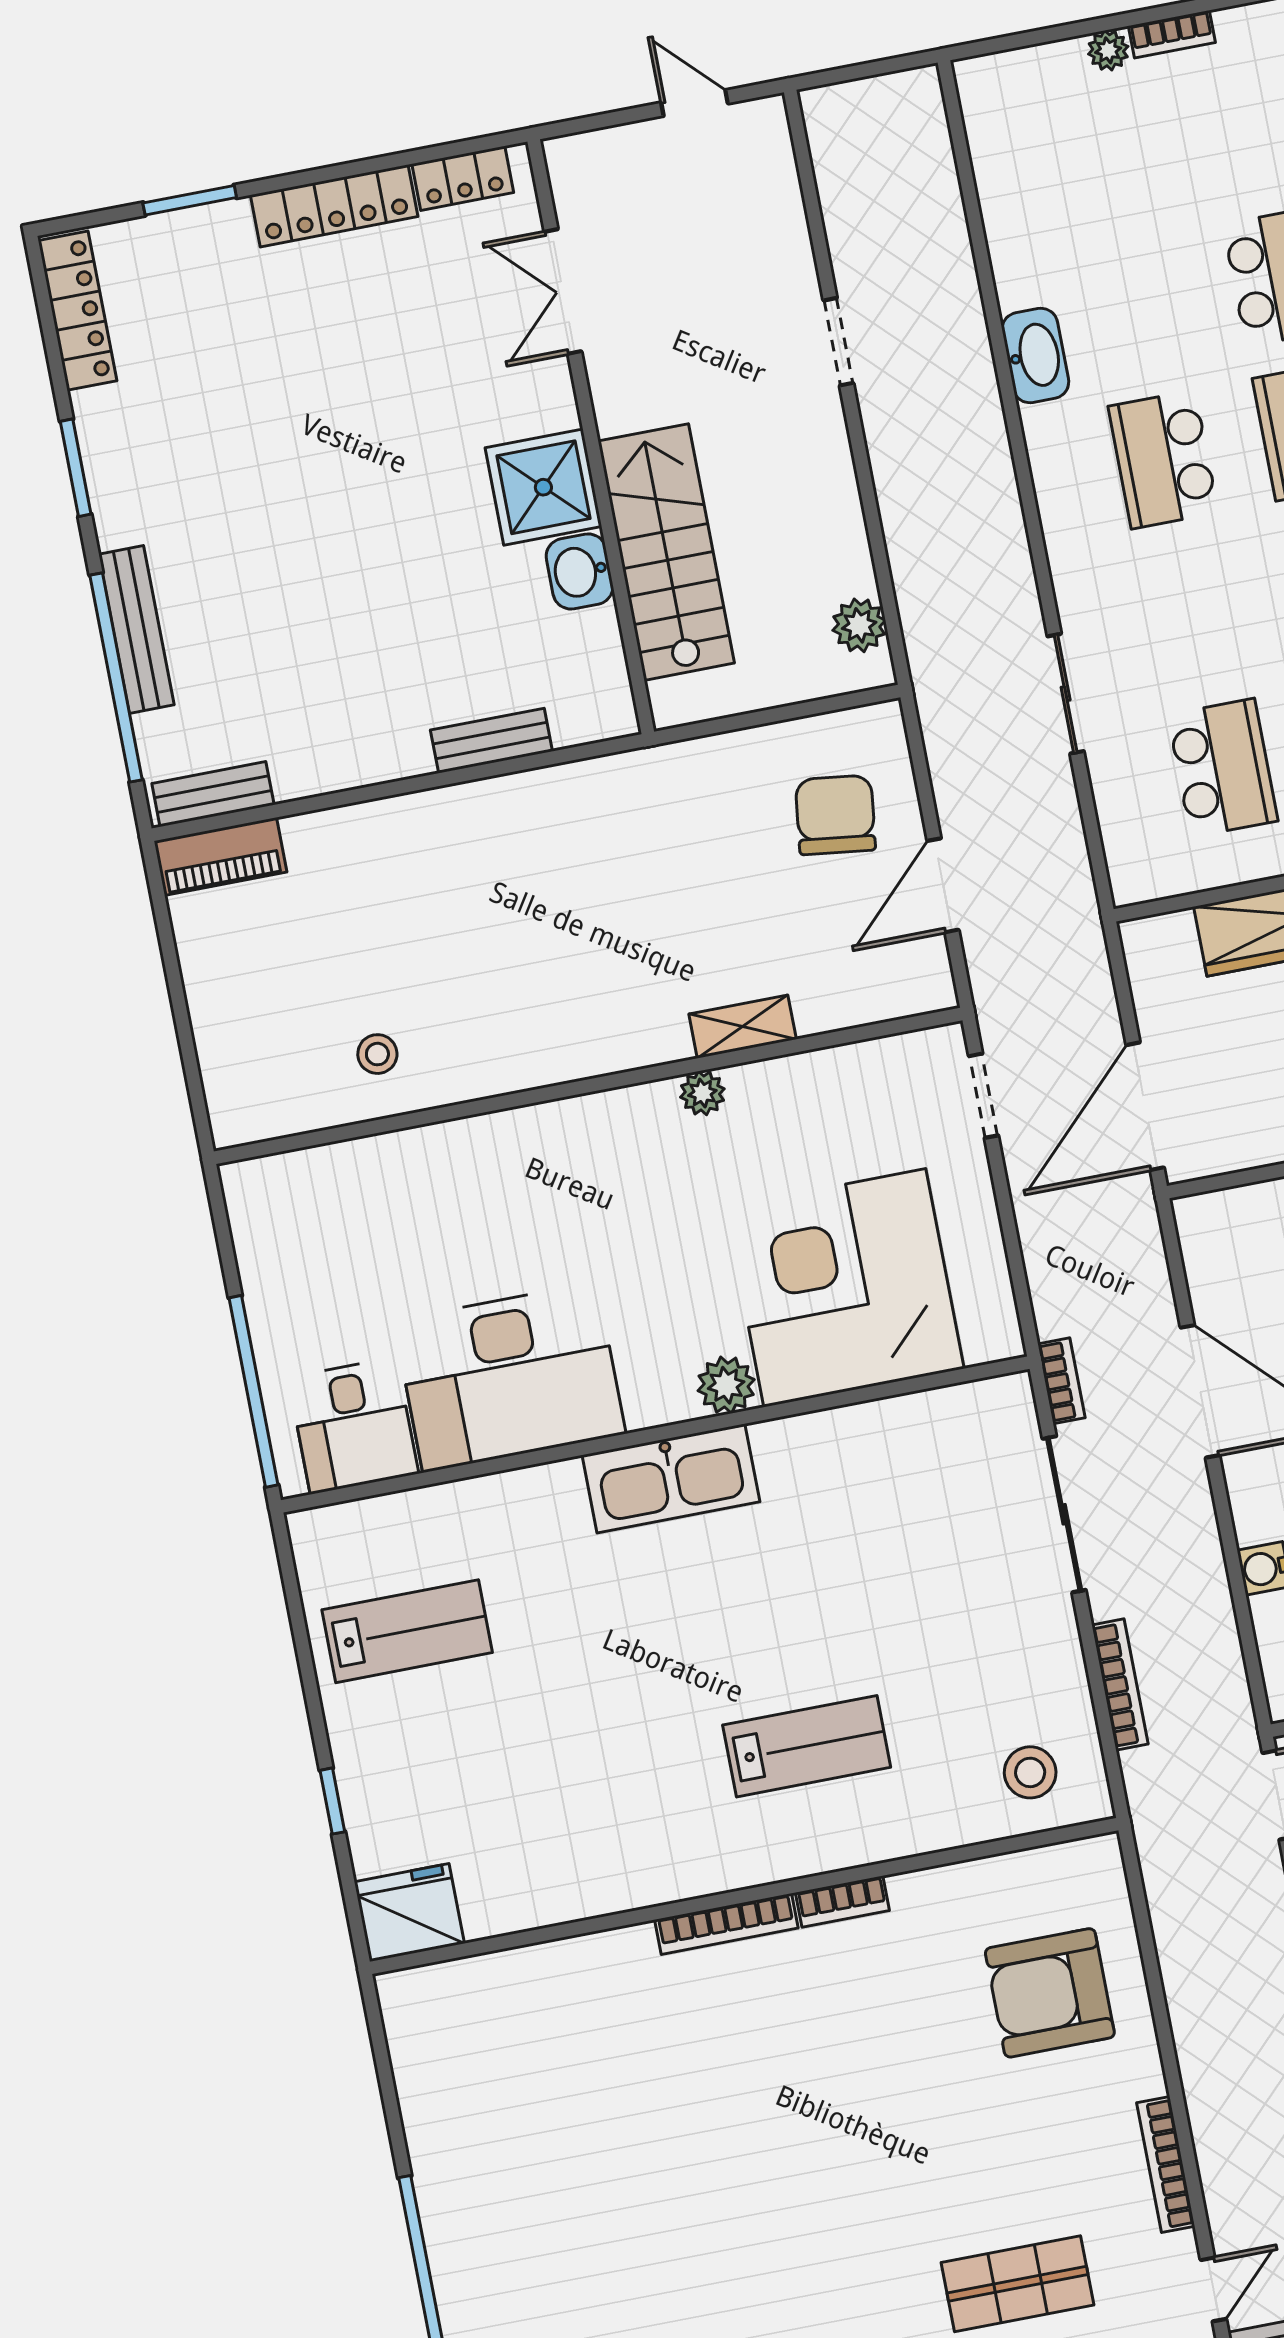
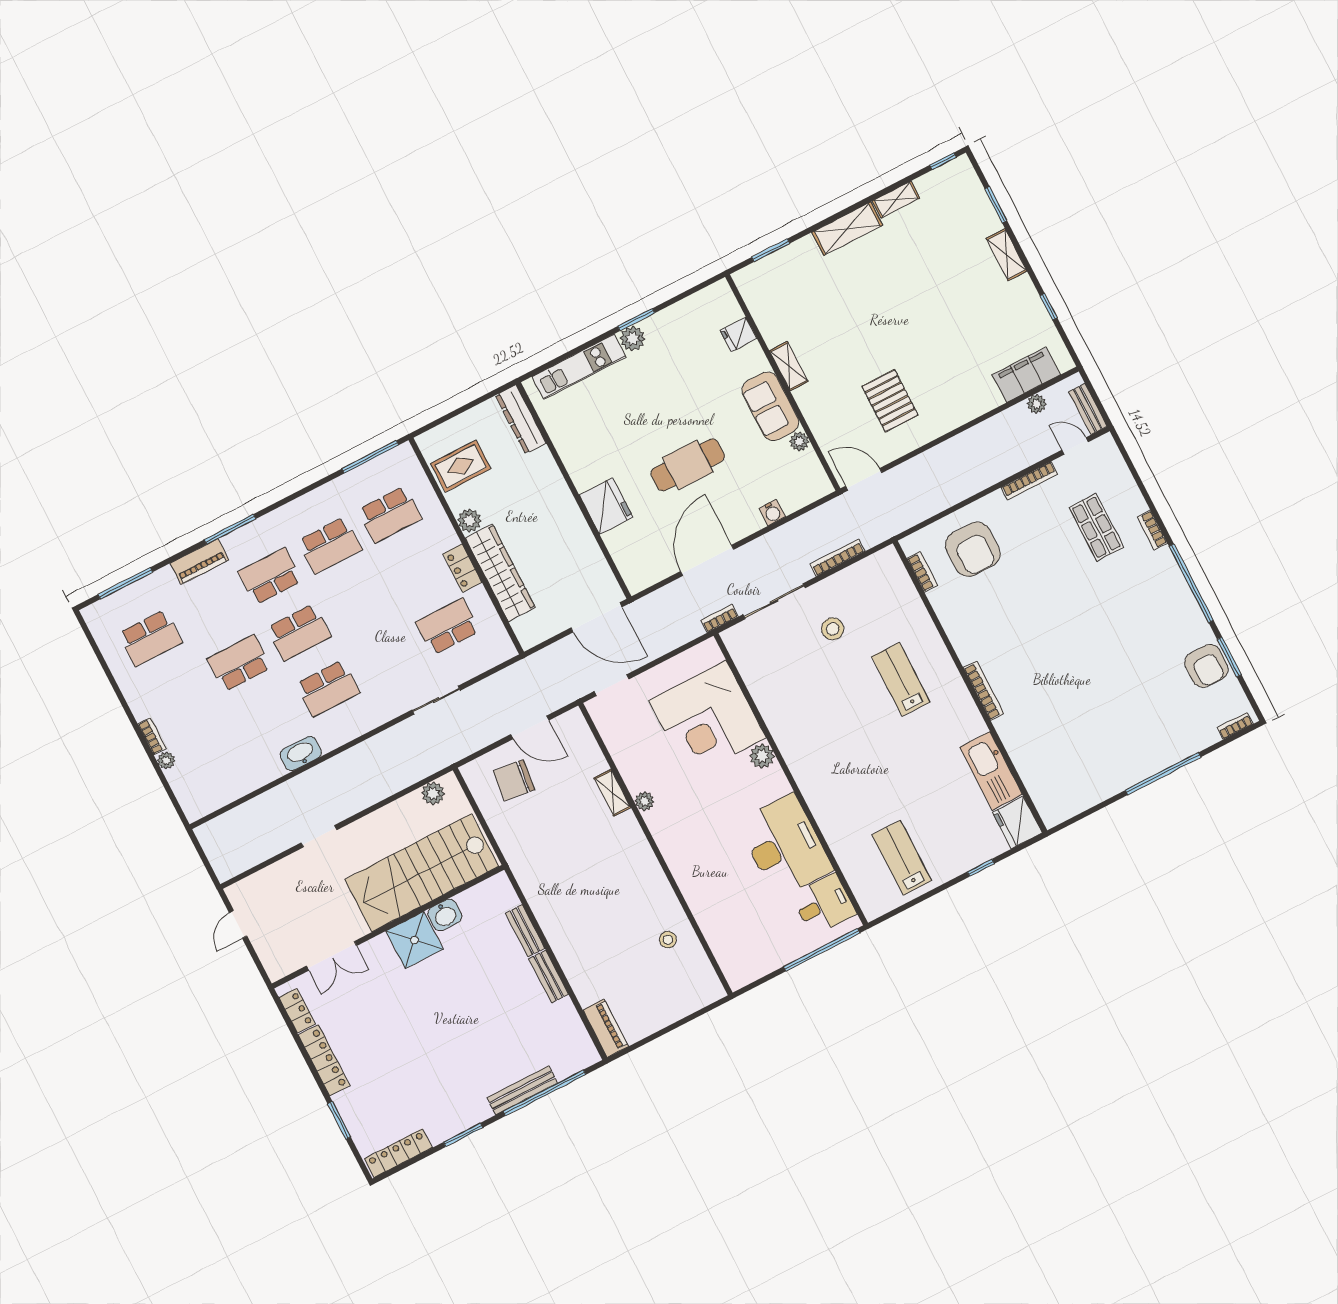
stairs: (666, 552) -> (422, 873), width x1.36, depth x1.51
bench: (213, 794) -> (549, 977), moved
kitchen sink: (671, 1478) -> (991, 771), moved, turned 180
stool: (1030, 1772) -> (833, 629), moved
bookcase: (842, 1902) -> (922, 572), moved

